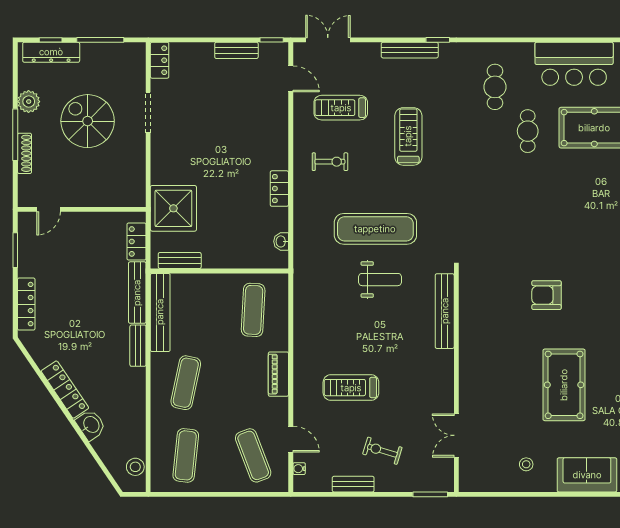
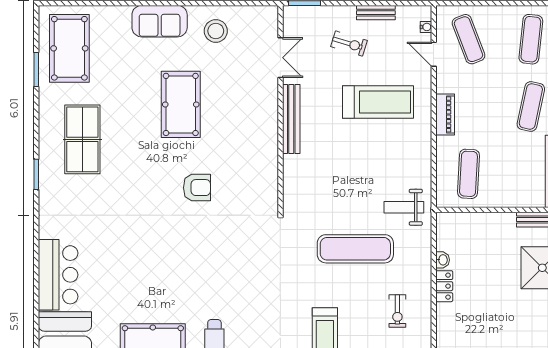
exercise bike: (330, 162) -> (397, 311), turned -90
washbasin: (281, 241) -> (443, 260), moved
weight bench: (380, 280) -> (404, 207), moved
bench: (445, 311) -> (291, 119), moved
treadmill: (351, 388) -> (378, 102), width x1.37, depth x1.38
stool: (526, 464) -> (216, 31), width x1.89, depth x1.89

